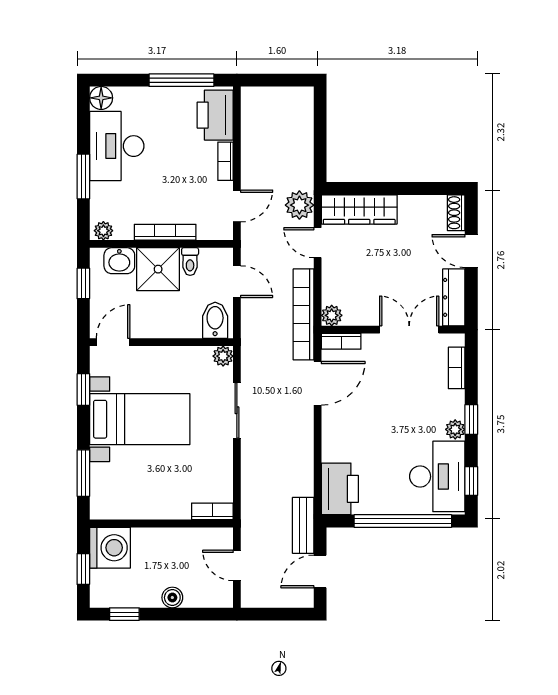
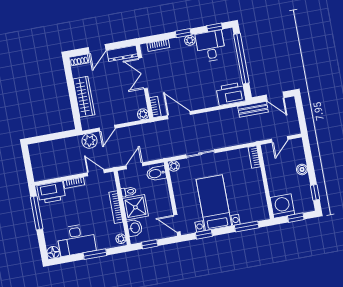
wardrobe: (359, 209) -> (84, 97), moved
bookcase: (303, 314) -> (145, 129), removed
desk: (437, 476) -> (211, 46), width x0.73

